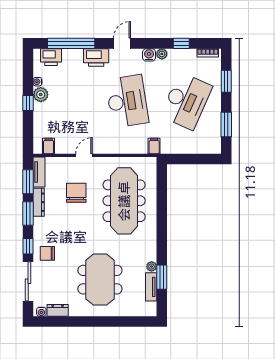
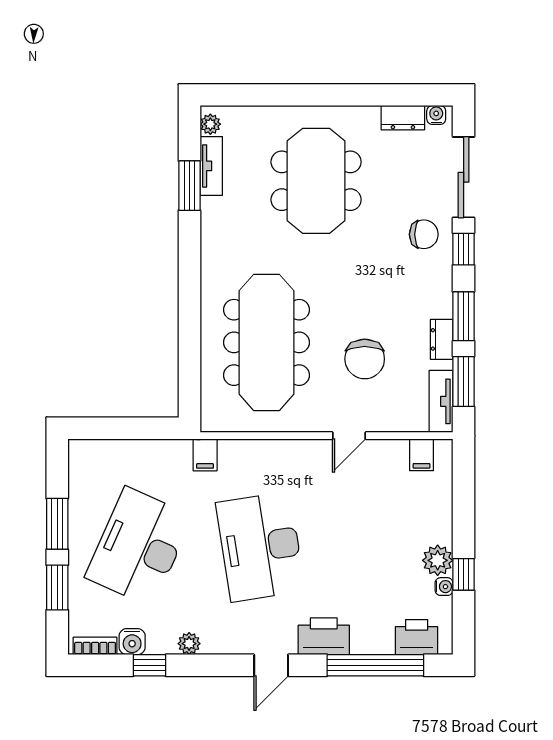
water cooler: (149, 55) -> (132, 642), moved
window: (28, 103) -> (464, 574), moved
window: (226, 124) -> (57, 524), moved
dresser: (39, 202) -> (442, 339), width x0.70
plant: (152, 266) -> (210, 124), moved

